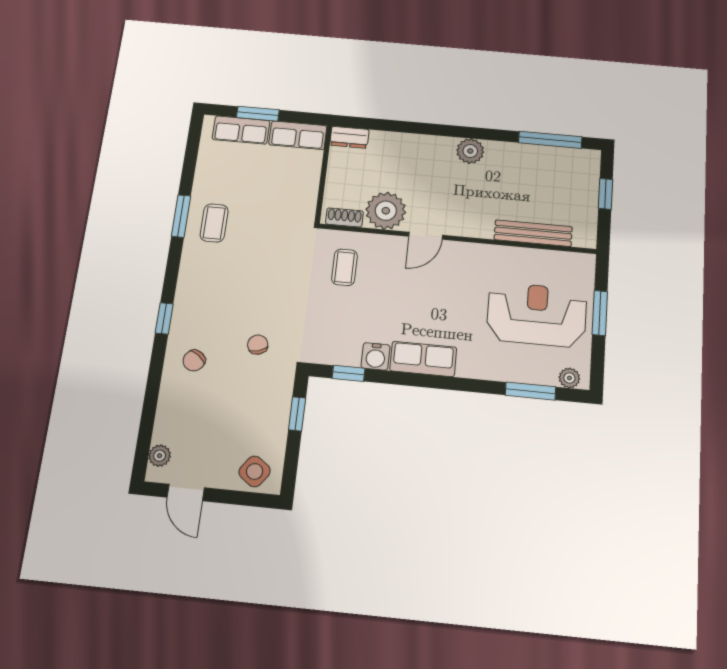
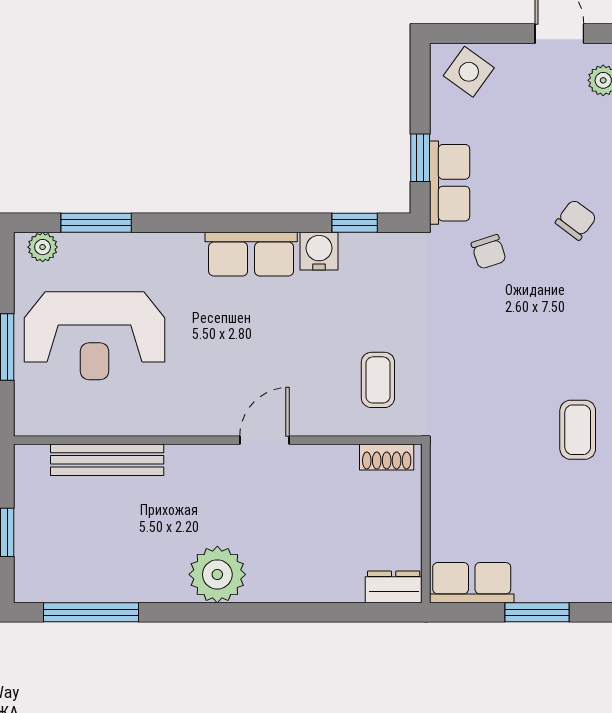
row of seats: (241, 130) -> (450, 183), moved, turned 90
plant: (470, 151) -> (217, 574), width x1.36, depth x1.36
plant: (386, 211) -> (327, 474), removed

